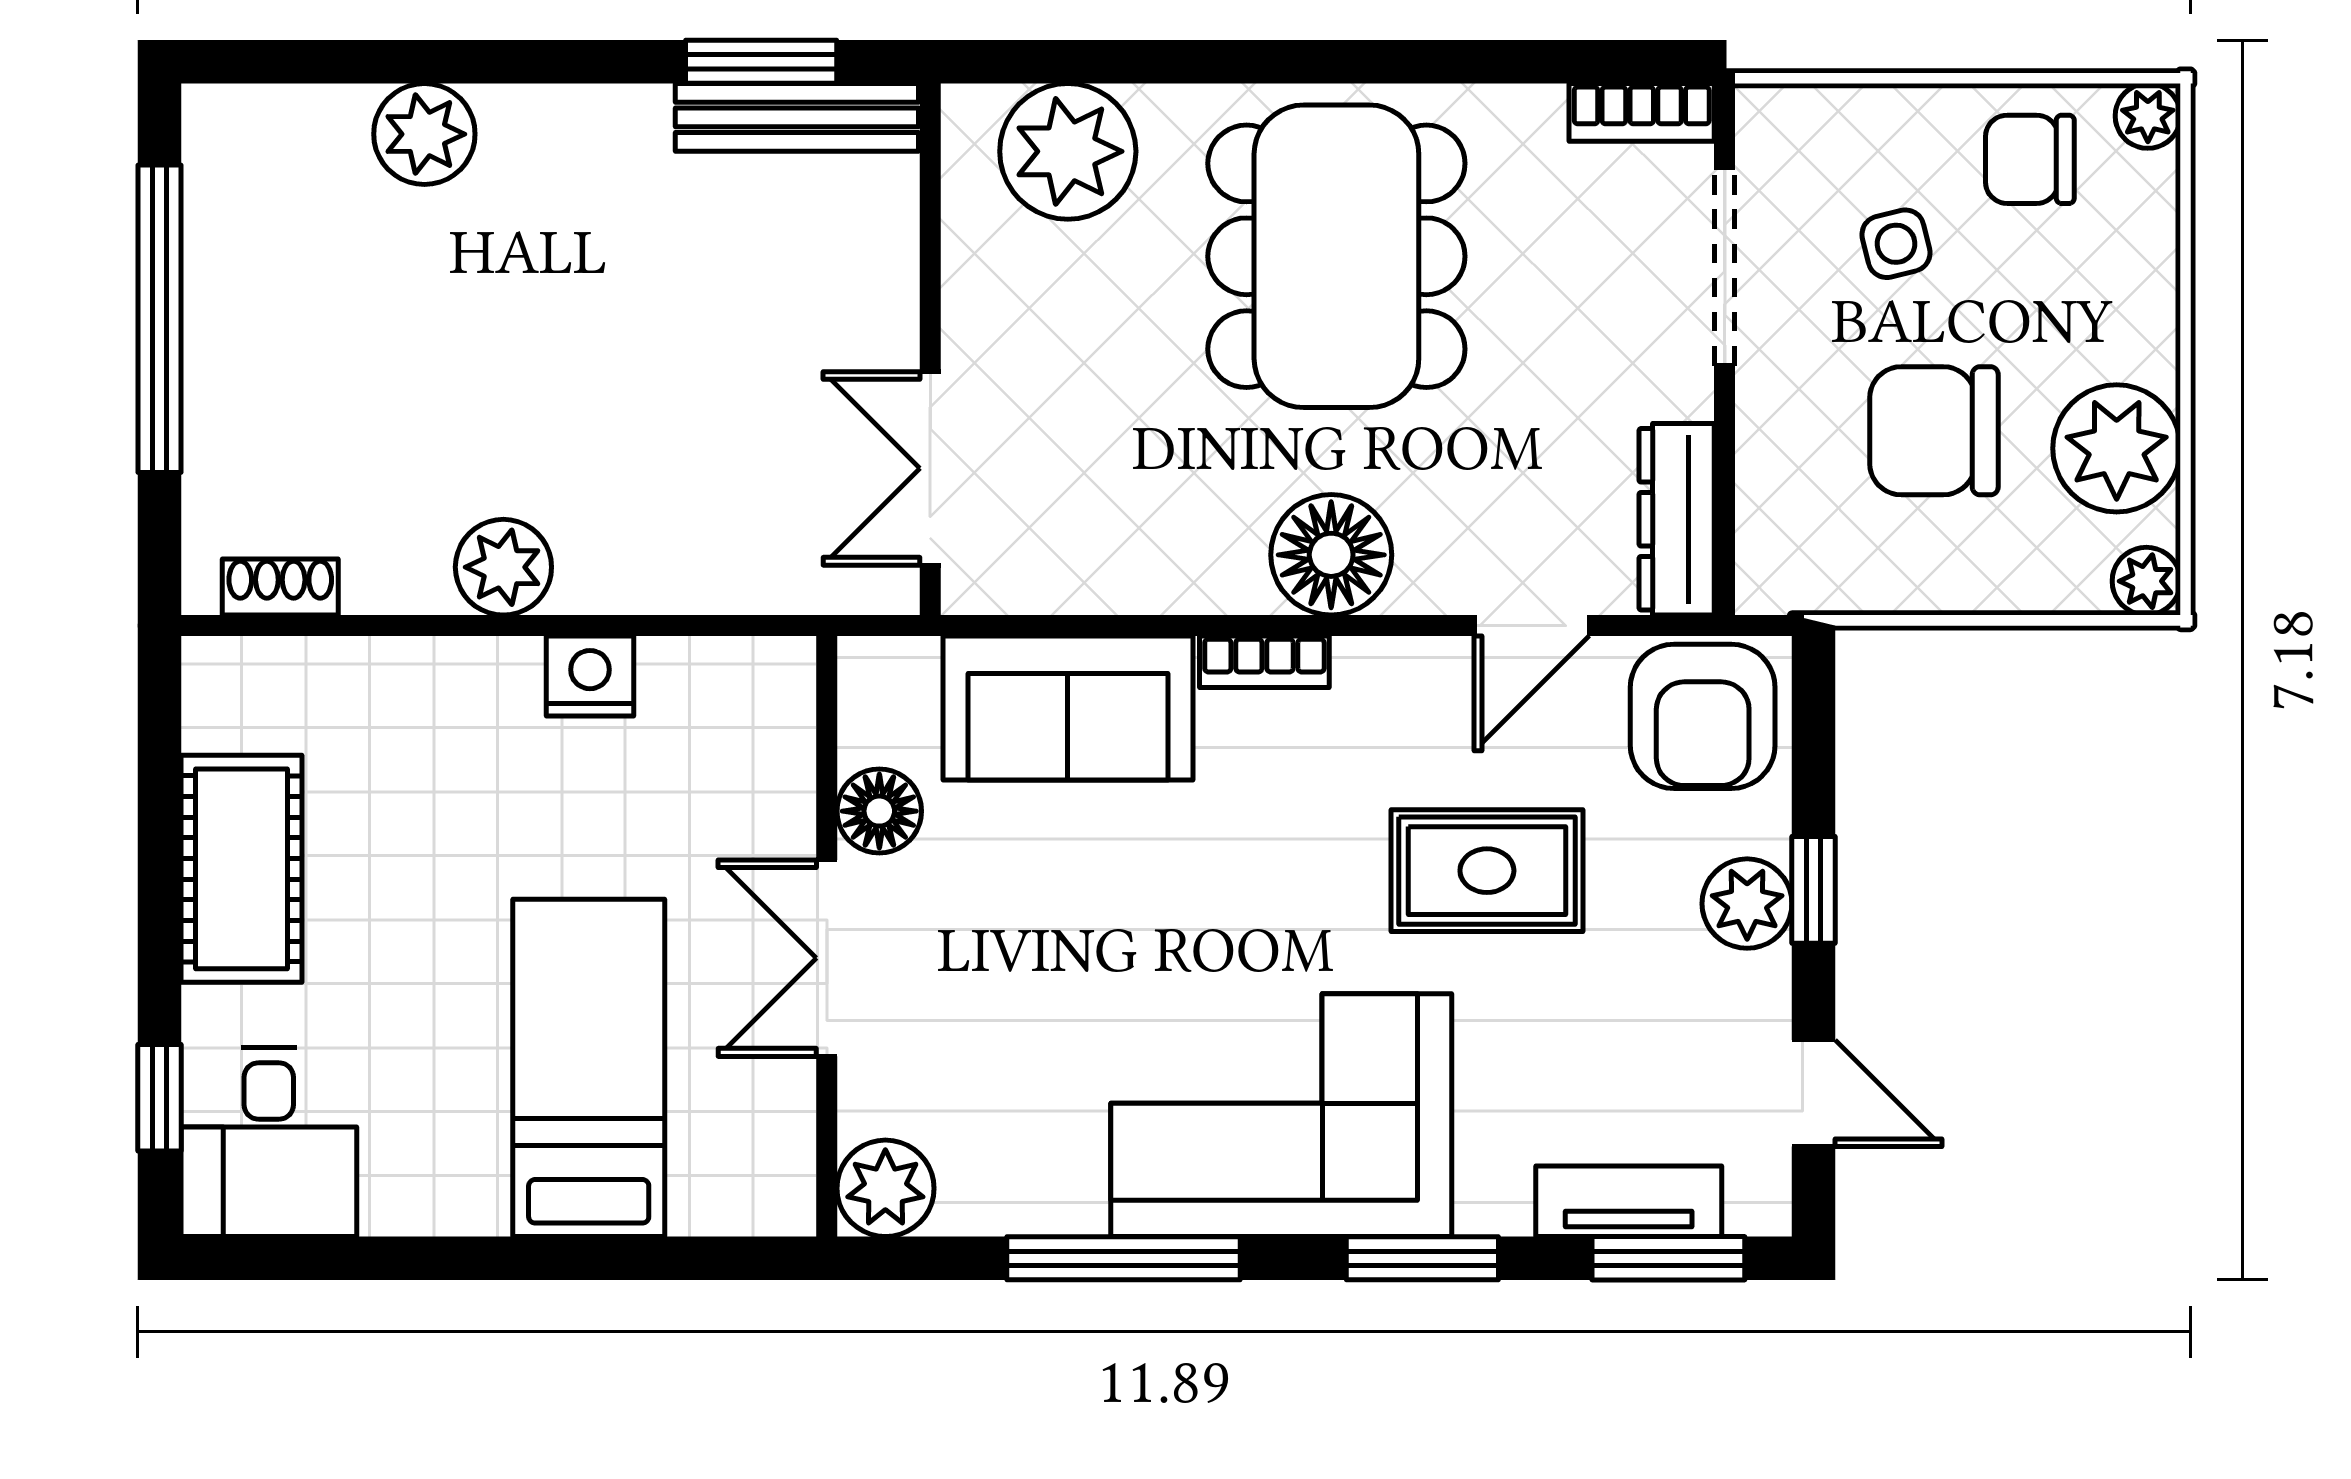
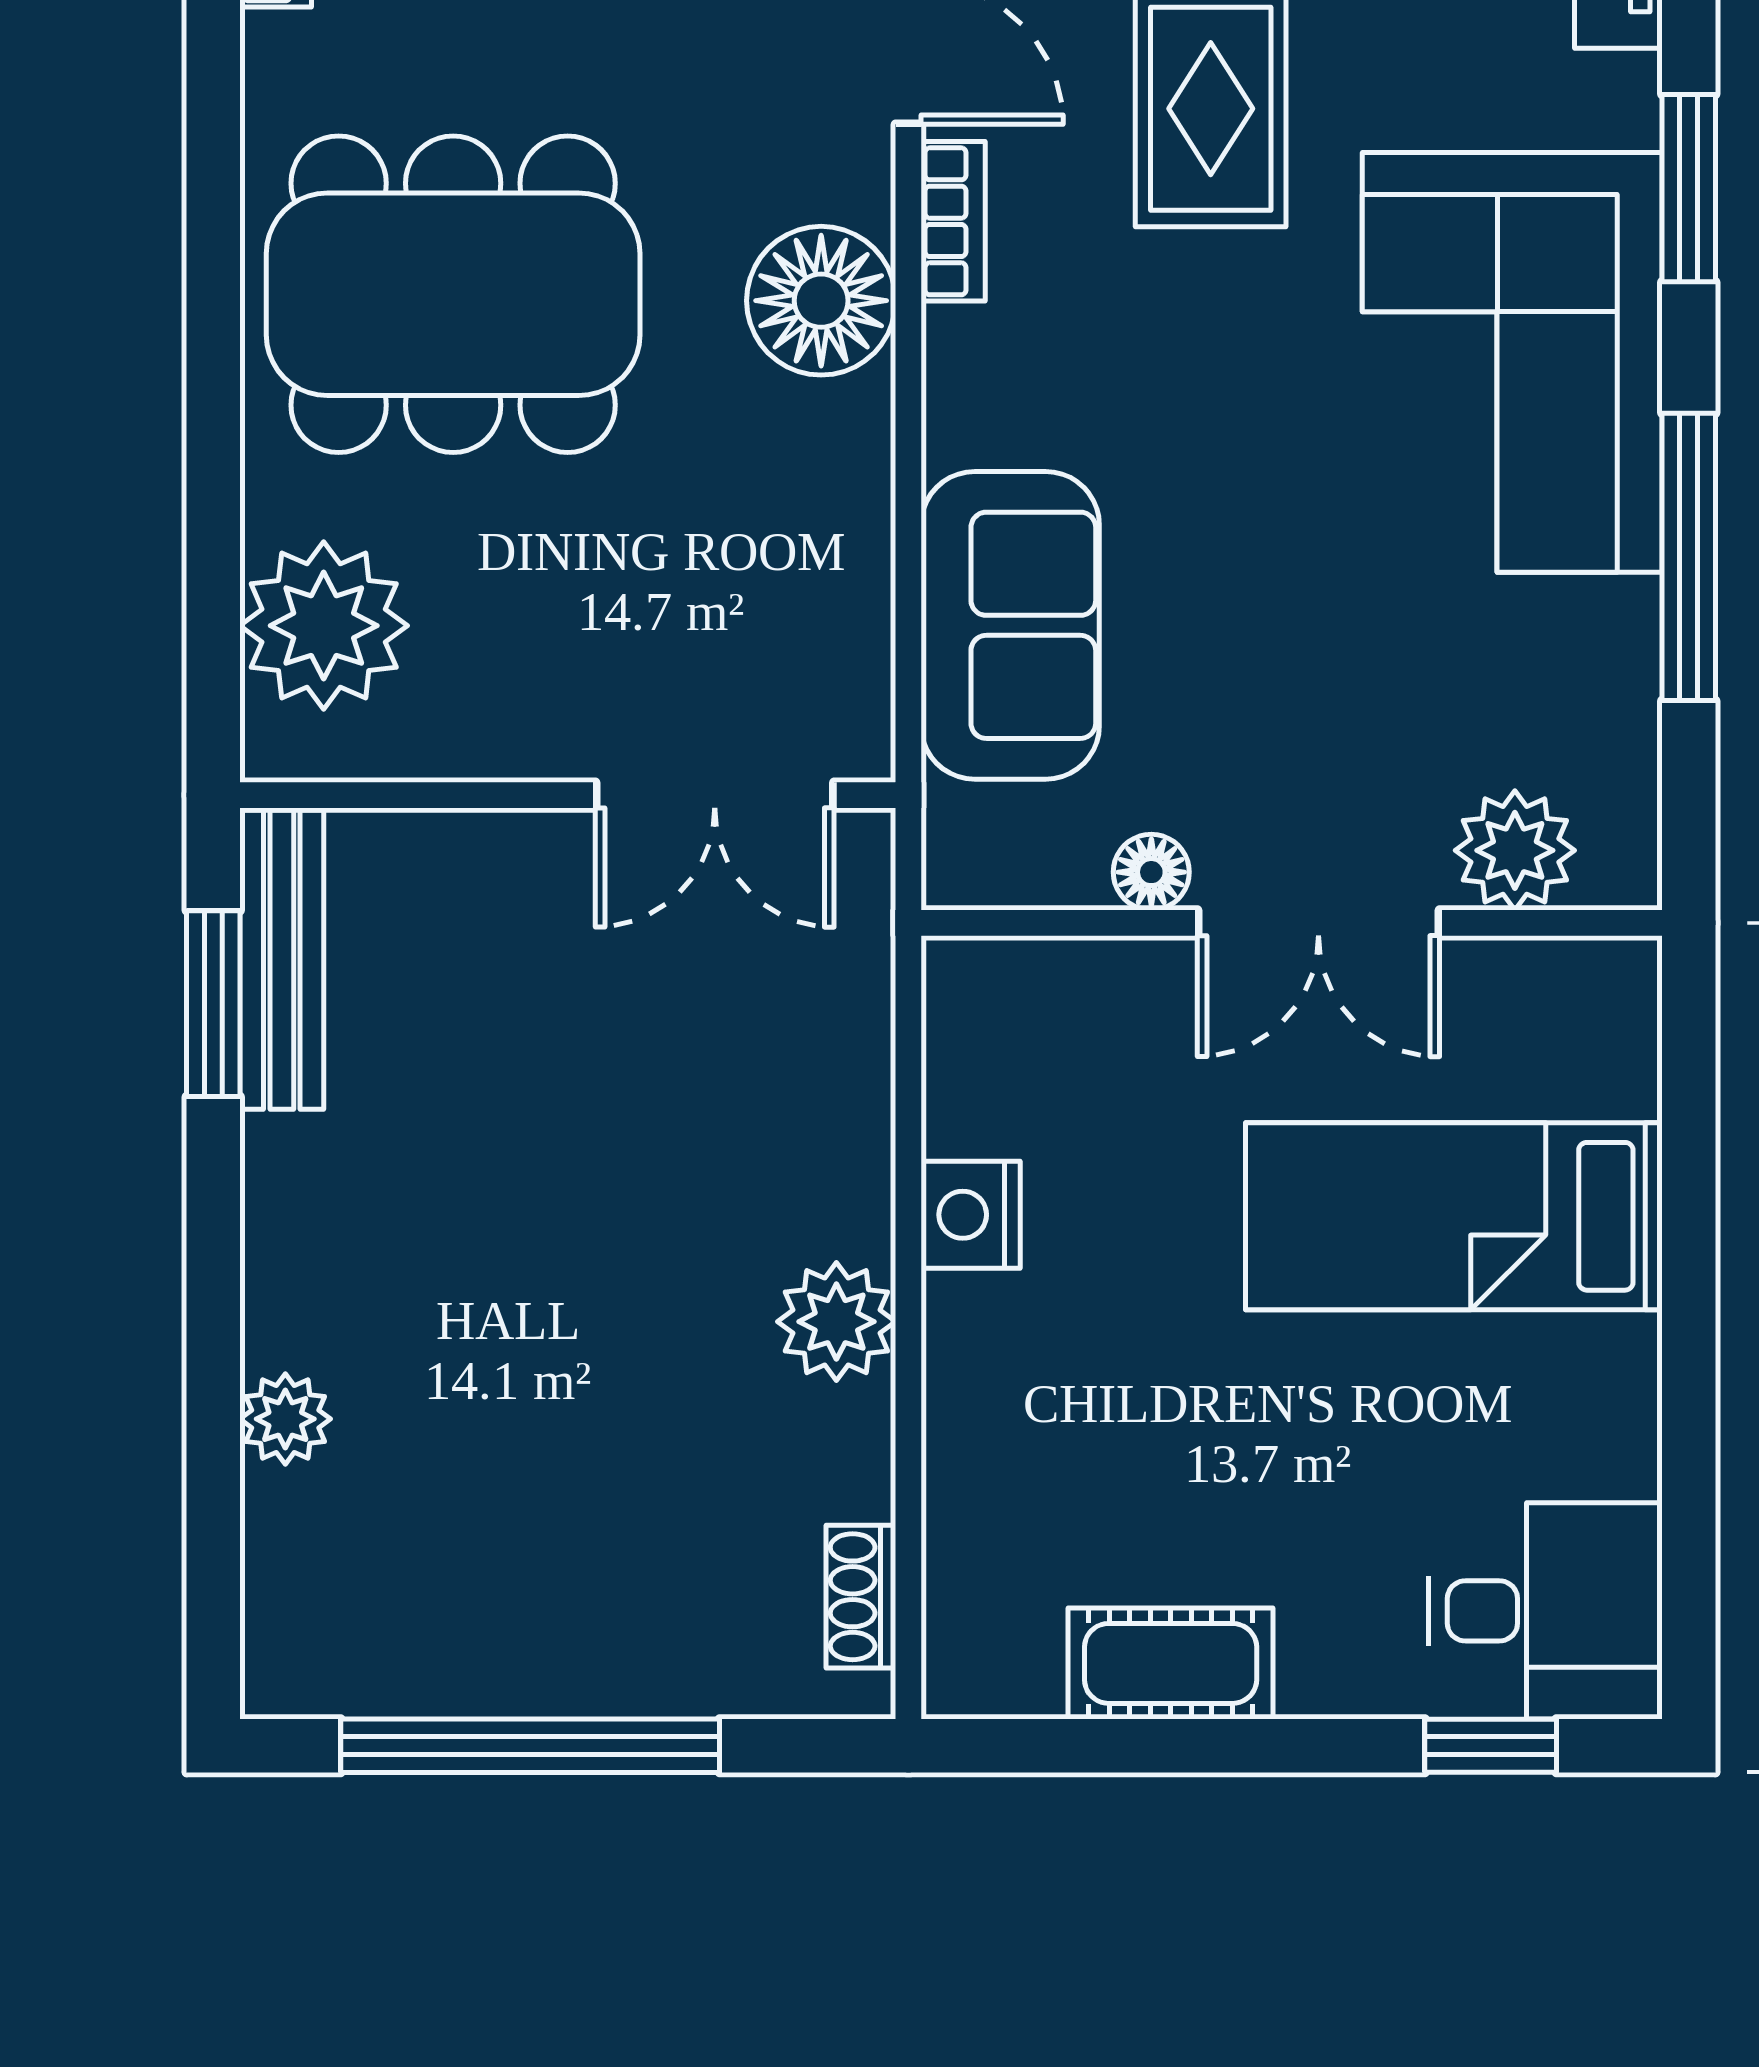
plant: (424, 134) -> (285, 1419), width x0.73, depth x0.73
bookcase: (1264, 662) -> (953, 221), moved
floor lamp: (879, 811) -> (1151, 872), width x0.73, depth x0.73
cot: (241, 869) -> (1171, 1663), width x0.73, depth x0.75
plant: (885, 1188) -> (1515, 850), moved

